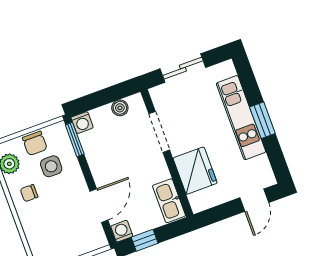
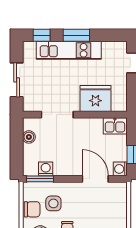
window: (247, 79) -> (42, 35), added
washing machine: (82, 123) -> (46, 169), moved, turned -90
kitchen sink: (169, 201) -> (115, 126), width x0.73

